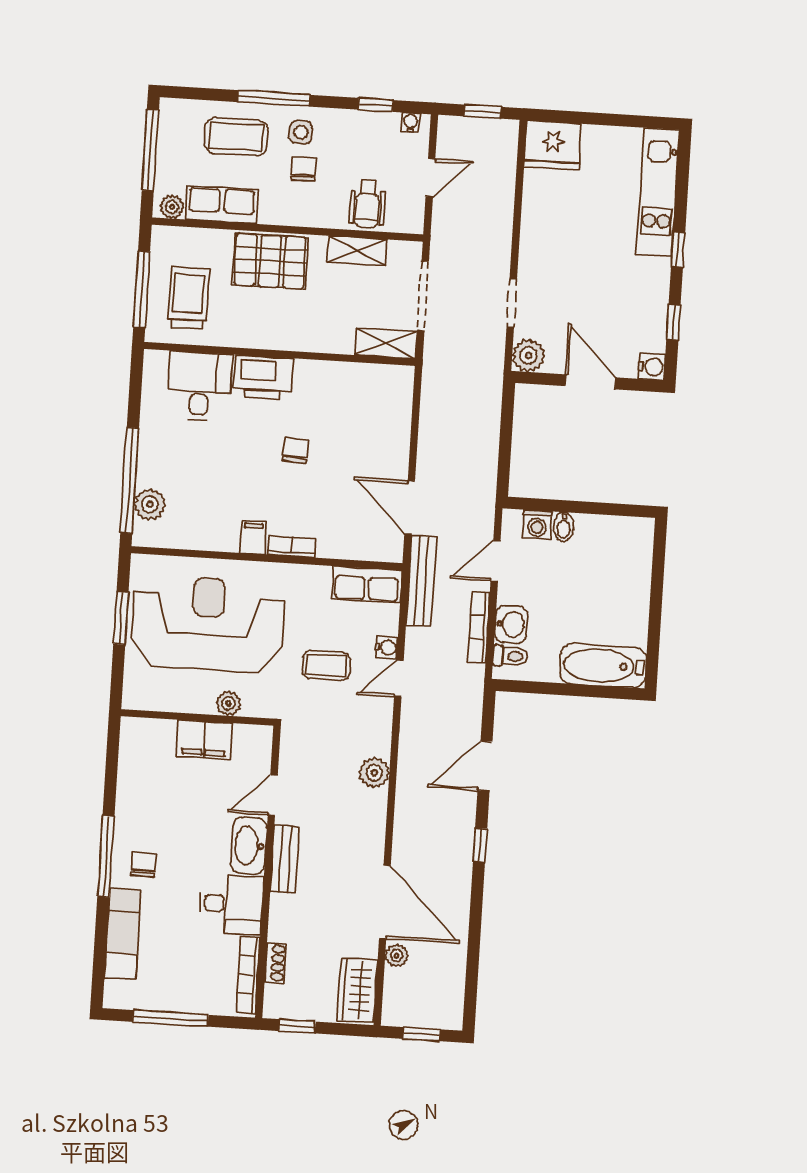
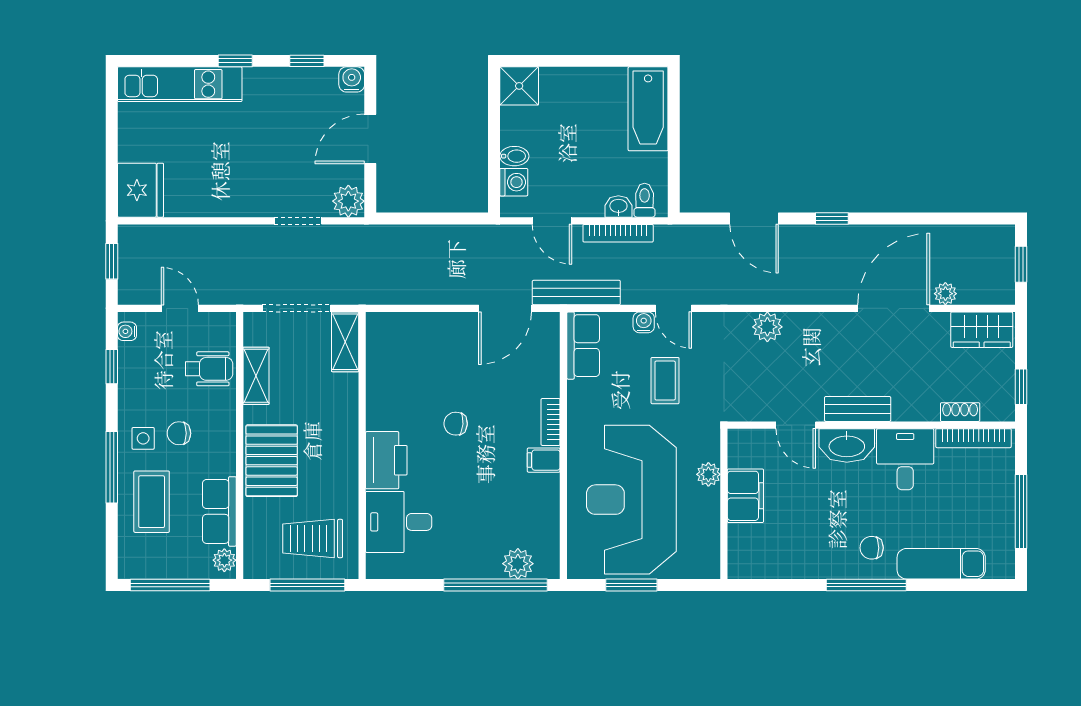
shower: (634, 536) -> (519, 86), added
washbasin: (511, 624) -> (618, 206), width x0.72, depth x0.69

